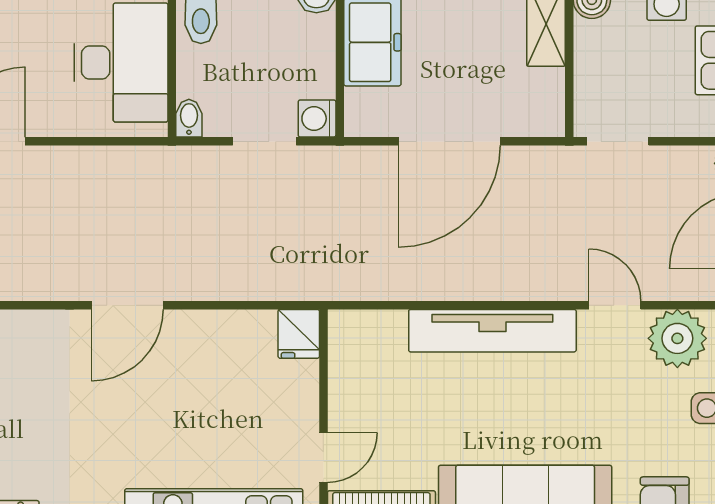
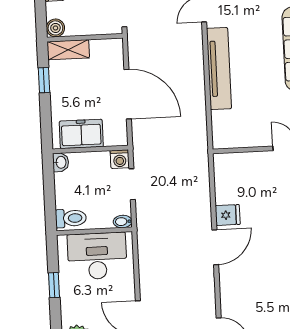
door: (127, 305) -> (215, 247), hinge flipped
fridge: (299, 334) -> (228, 215), moved

